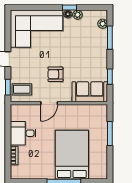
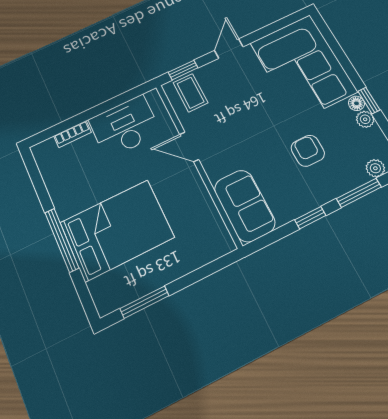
armchair: (55, 74) -> (308, 151), moved
window: (110, 77) -> (310, 218), moved
desk: (23, 133) -> (125, 127), width x1.37
window: (110, 134) -> (144, 302), moved

